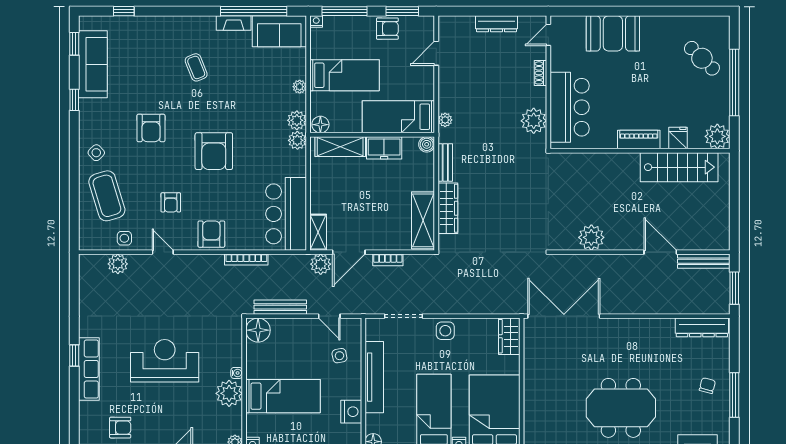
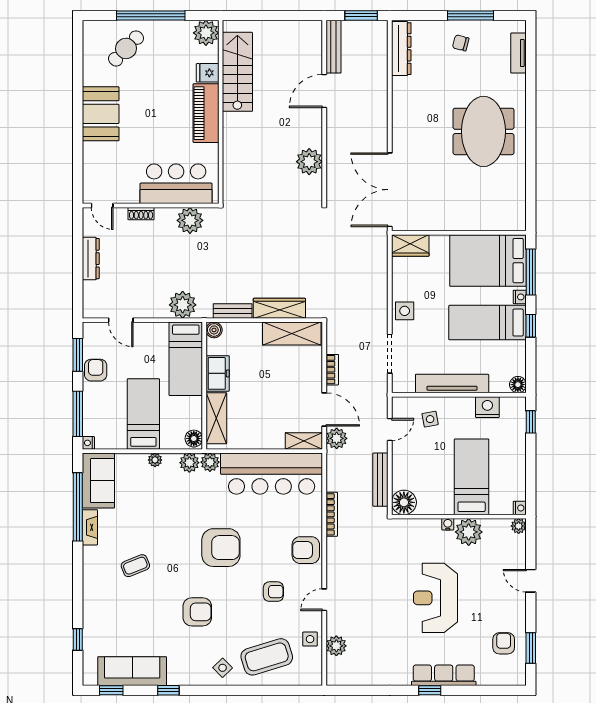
booth: (613, 33) -> (101, 114), moved
plant: (445, 120) -> (183, 305), width x1.88, depth x1.88
piano: (639, 140) -> (206, 113), width x1.37, depth x1.33
bar counter: (286, 214) -> (272, 474), width x1.36

